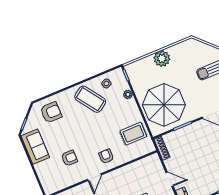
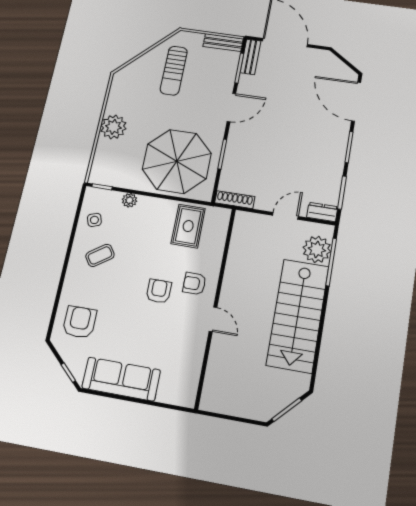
coffee table: (90, 99) -> (100, 255), width x0.54, depth x0.58
sofa: (35, 147) -> (121, 379), width x1.36
armchair: (69, 158) -> (159, 291), moved

